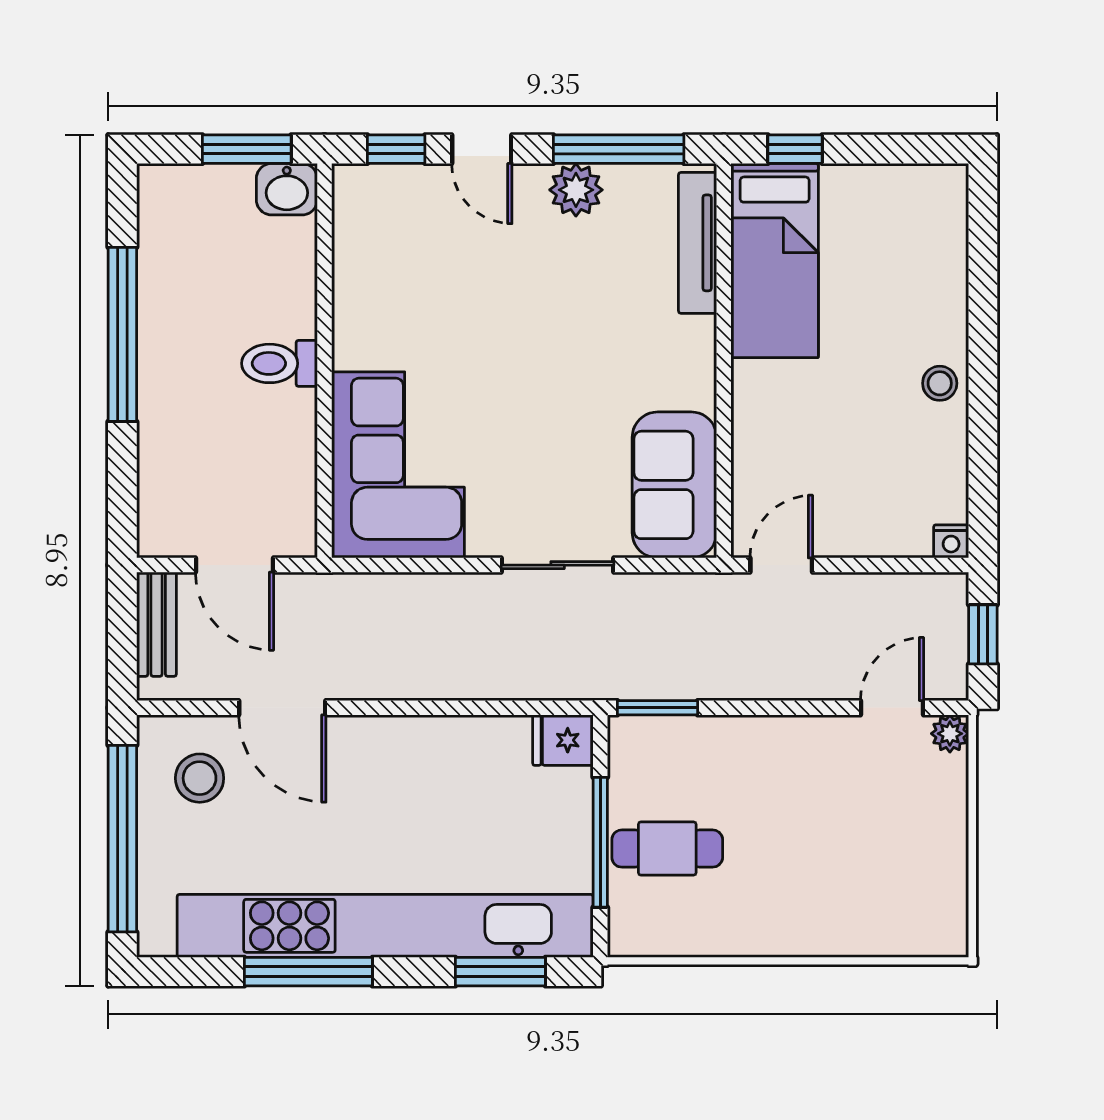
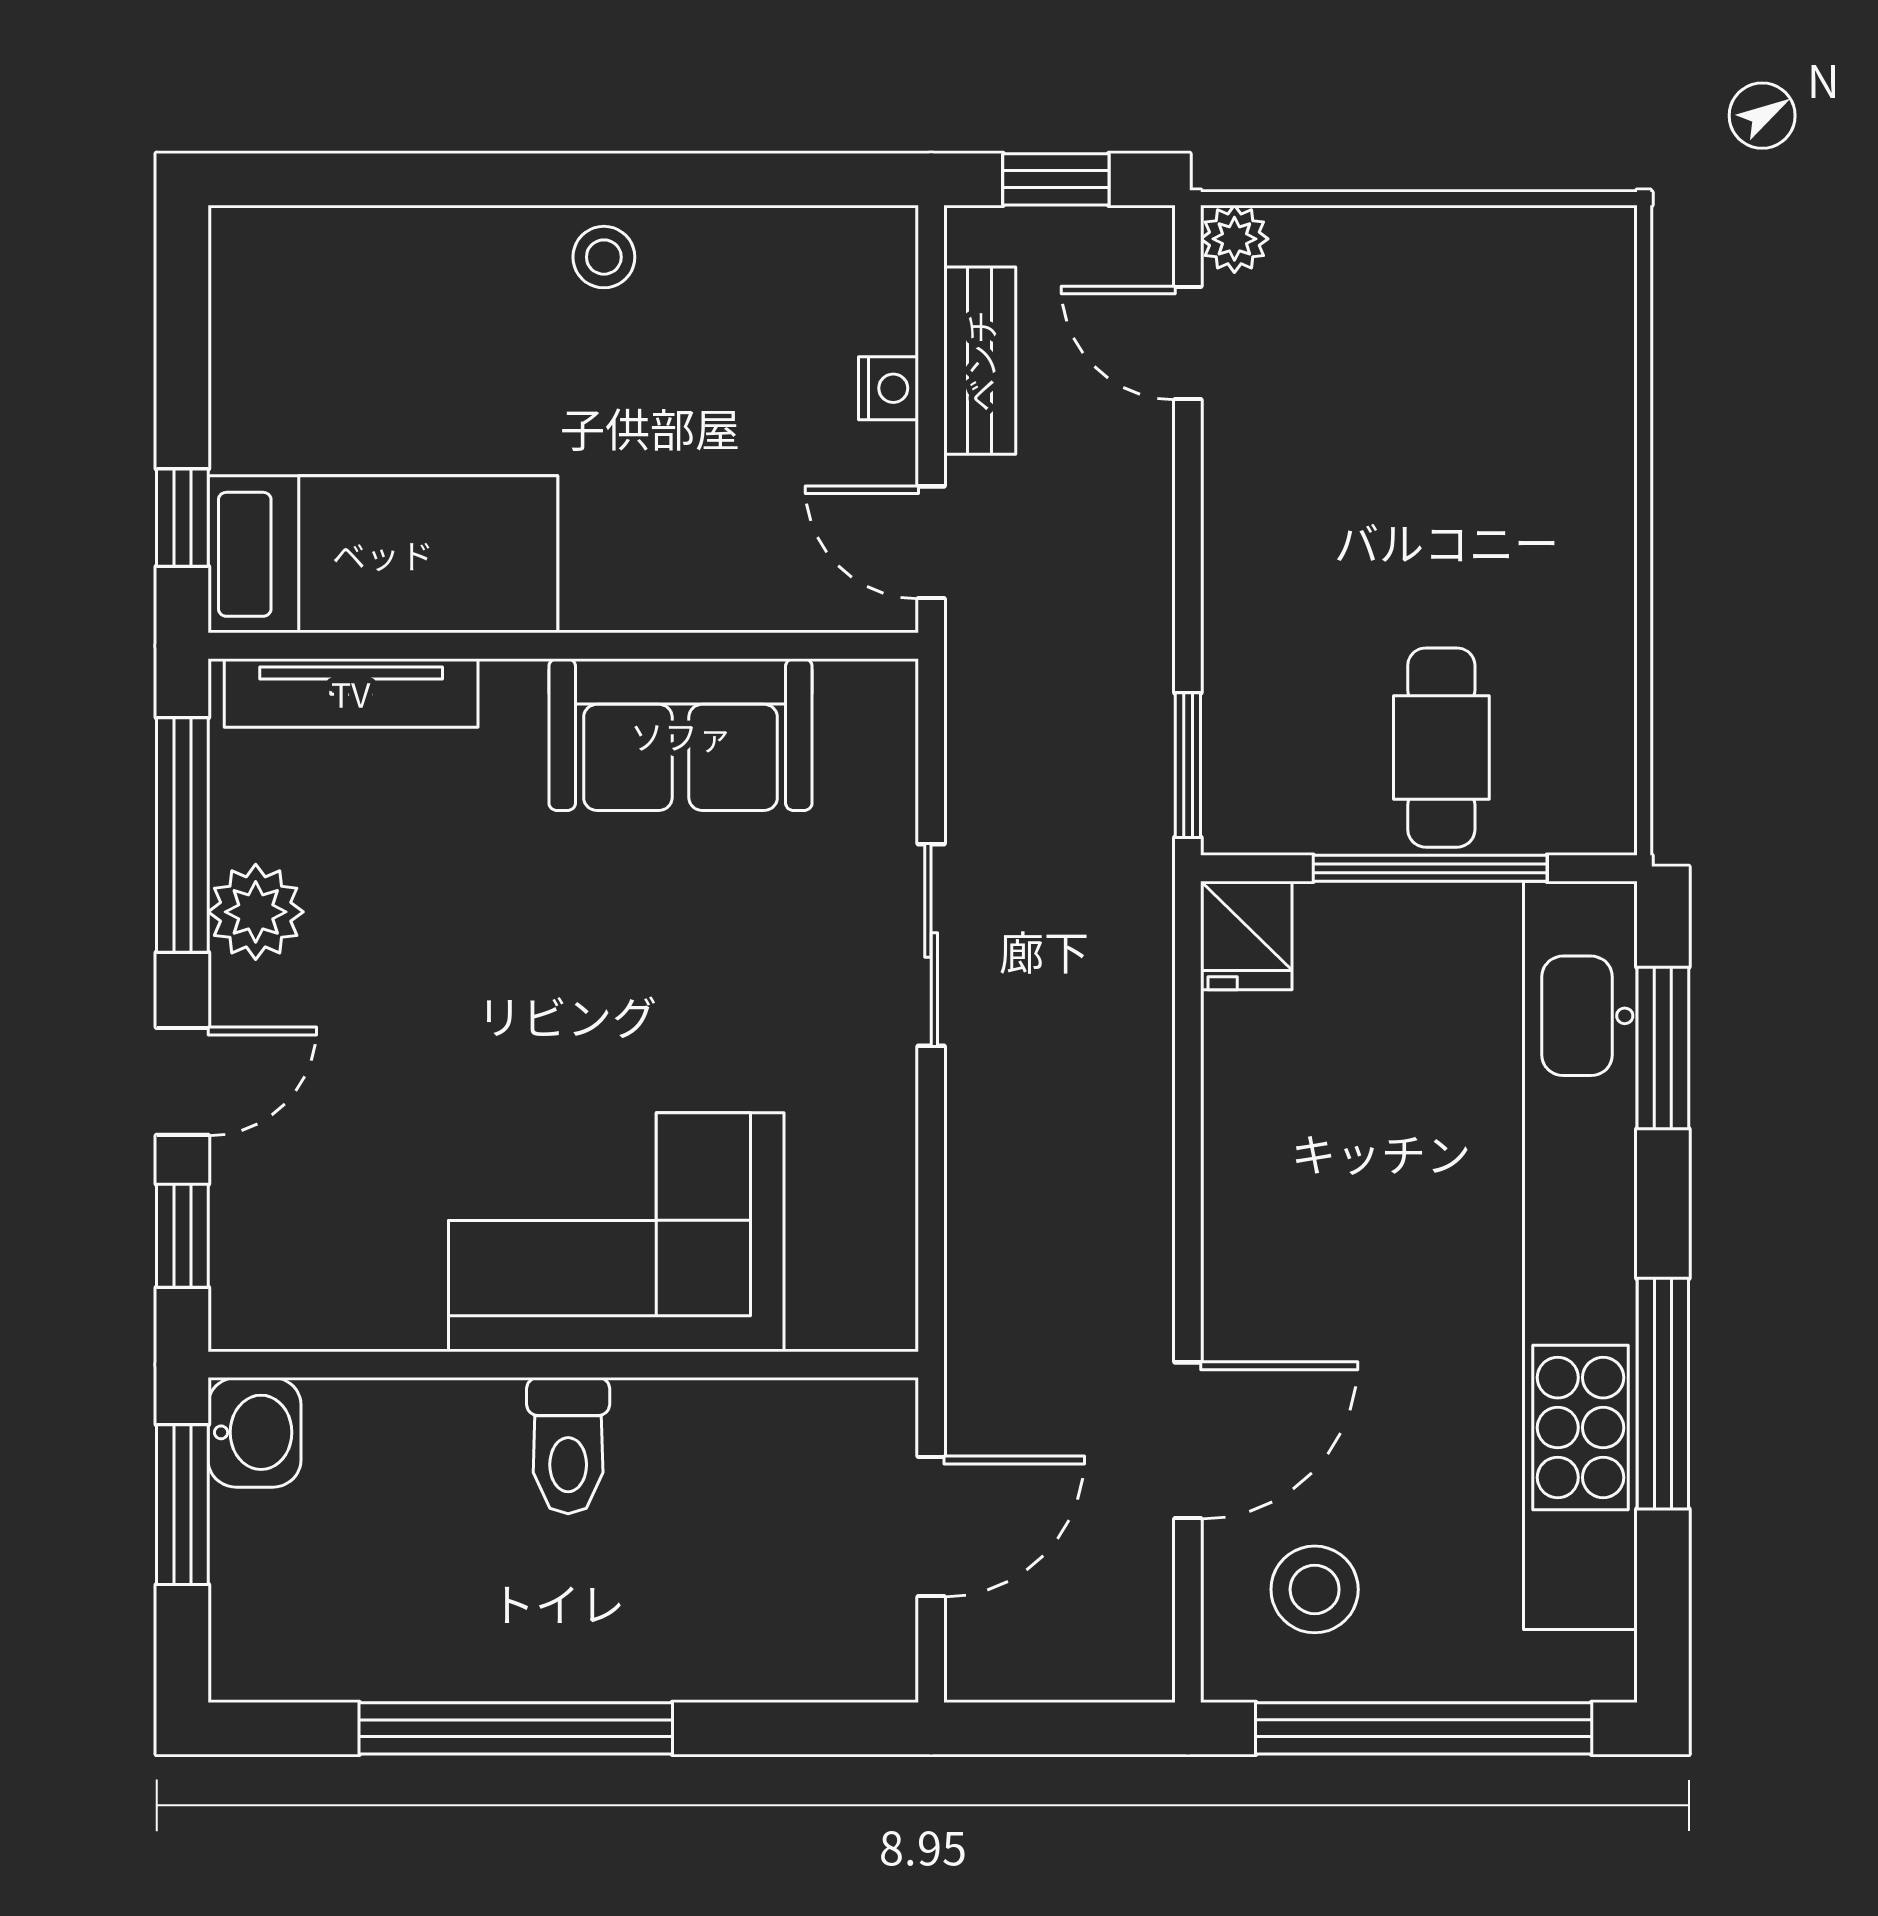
corner sofa: (398, 465) -> (616, 1232), moved
sofa: (674, 485) -> (681, 735), moved
nightstand: (951, 541) -> (888, 388), moved
bench: (157, 624) -> (980, 361), moved, turned 90

